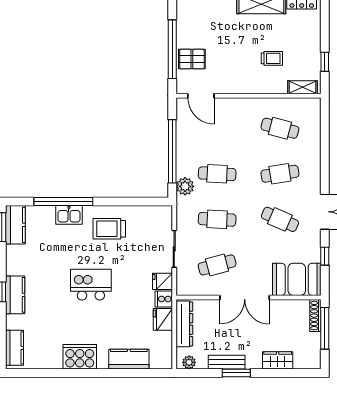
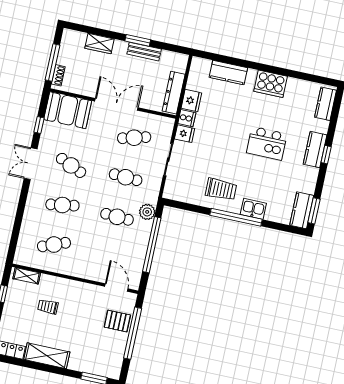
cafe table: (280, 128) -> (54, 245), turned -36
window: (63, 202) -> (236, 217), moved
kitchen island: (91, 285) -> (267, 143), moved
shoe rack: (315, 316) -> (58, 75), width x0.70
plant: (189, 362) -> (177, 58), removed

